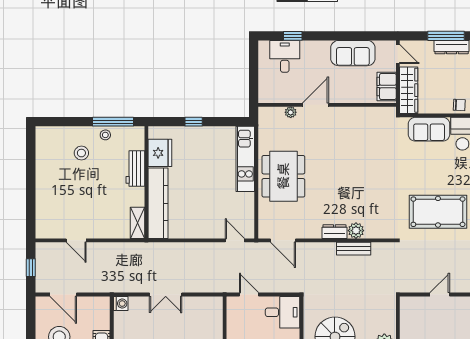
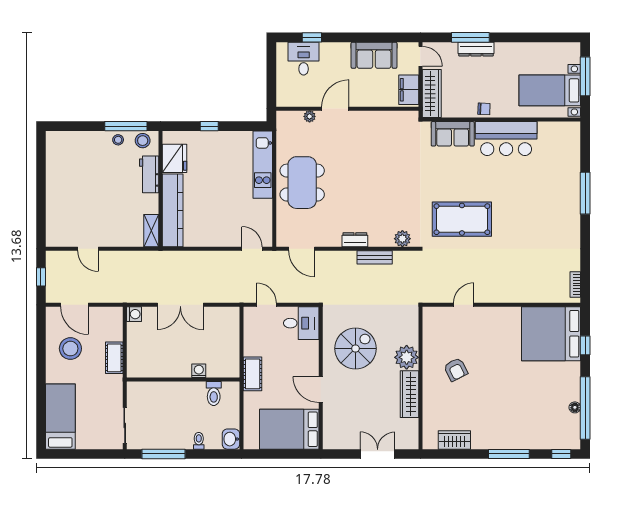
stool: (81, 153) -> (143, 141), moved
plant: (356, 231) -> (402, 239), moved
double door: (166, 295) -> (180, 305), width x1.37

